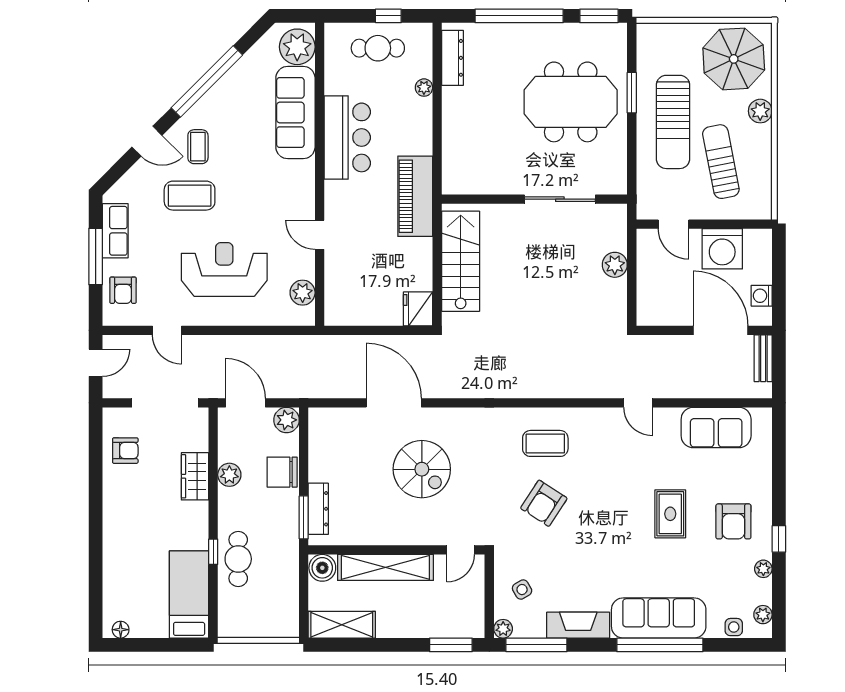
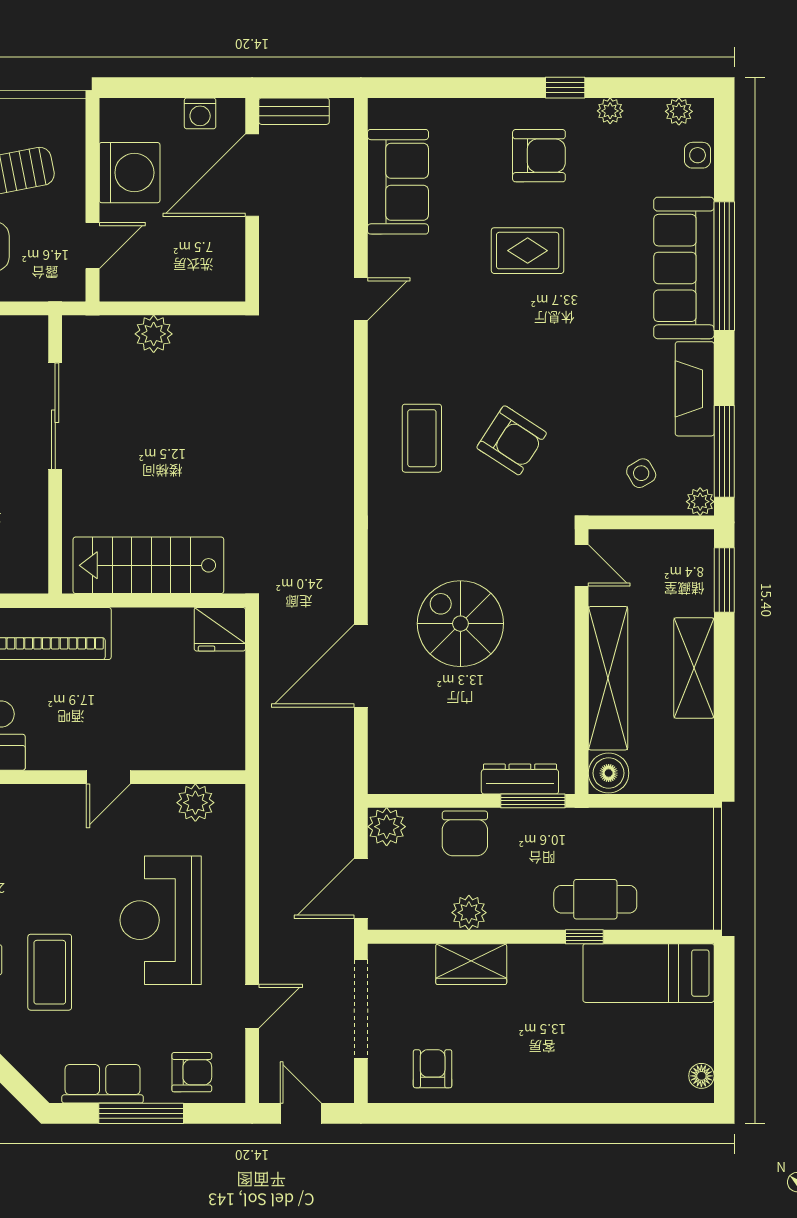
spiral stairs: (422, 469) -> (460, 624), turned -90
shelving: (342, 625) -> (694, 668), moved

